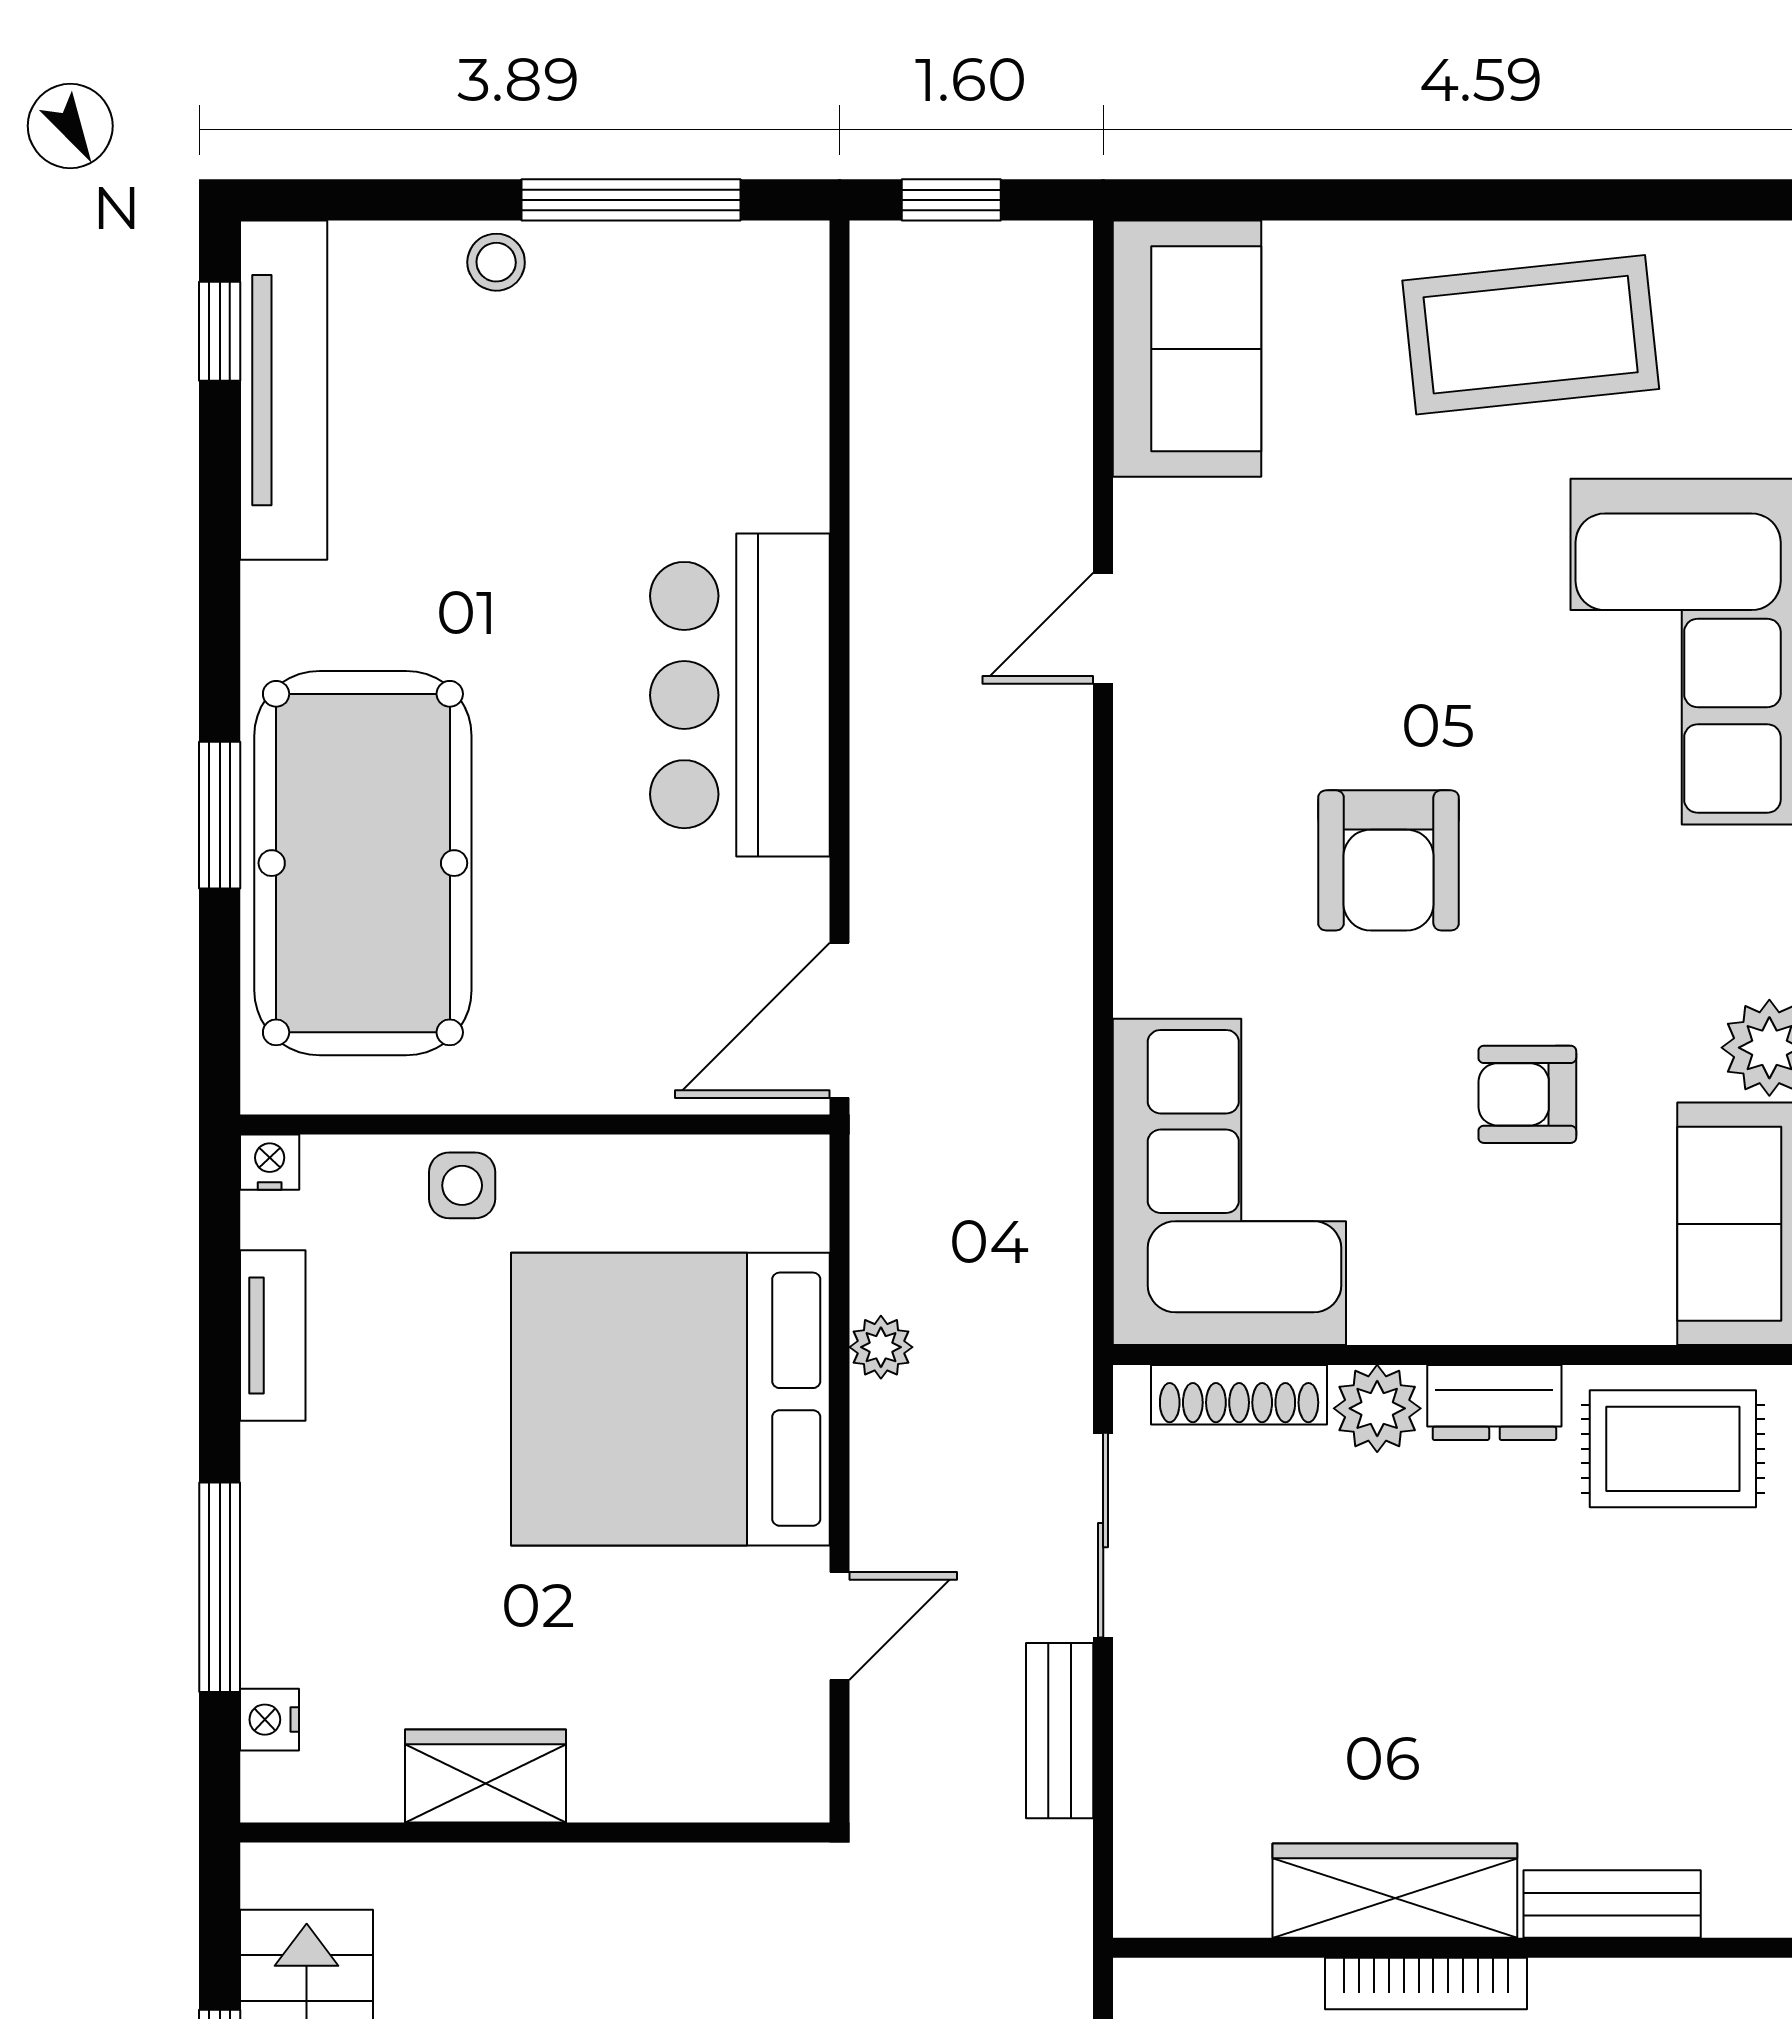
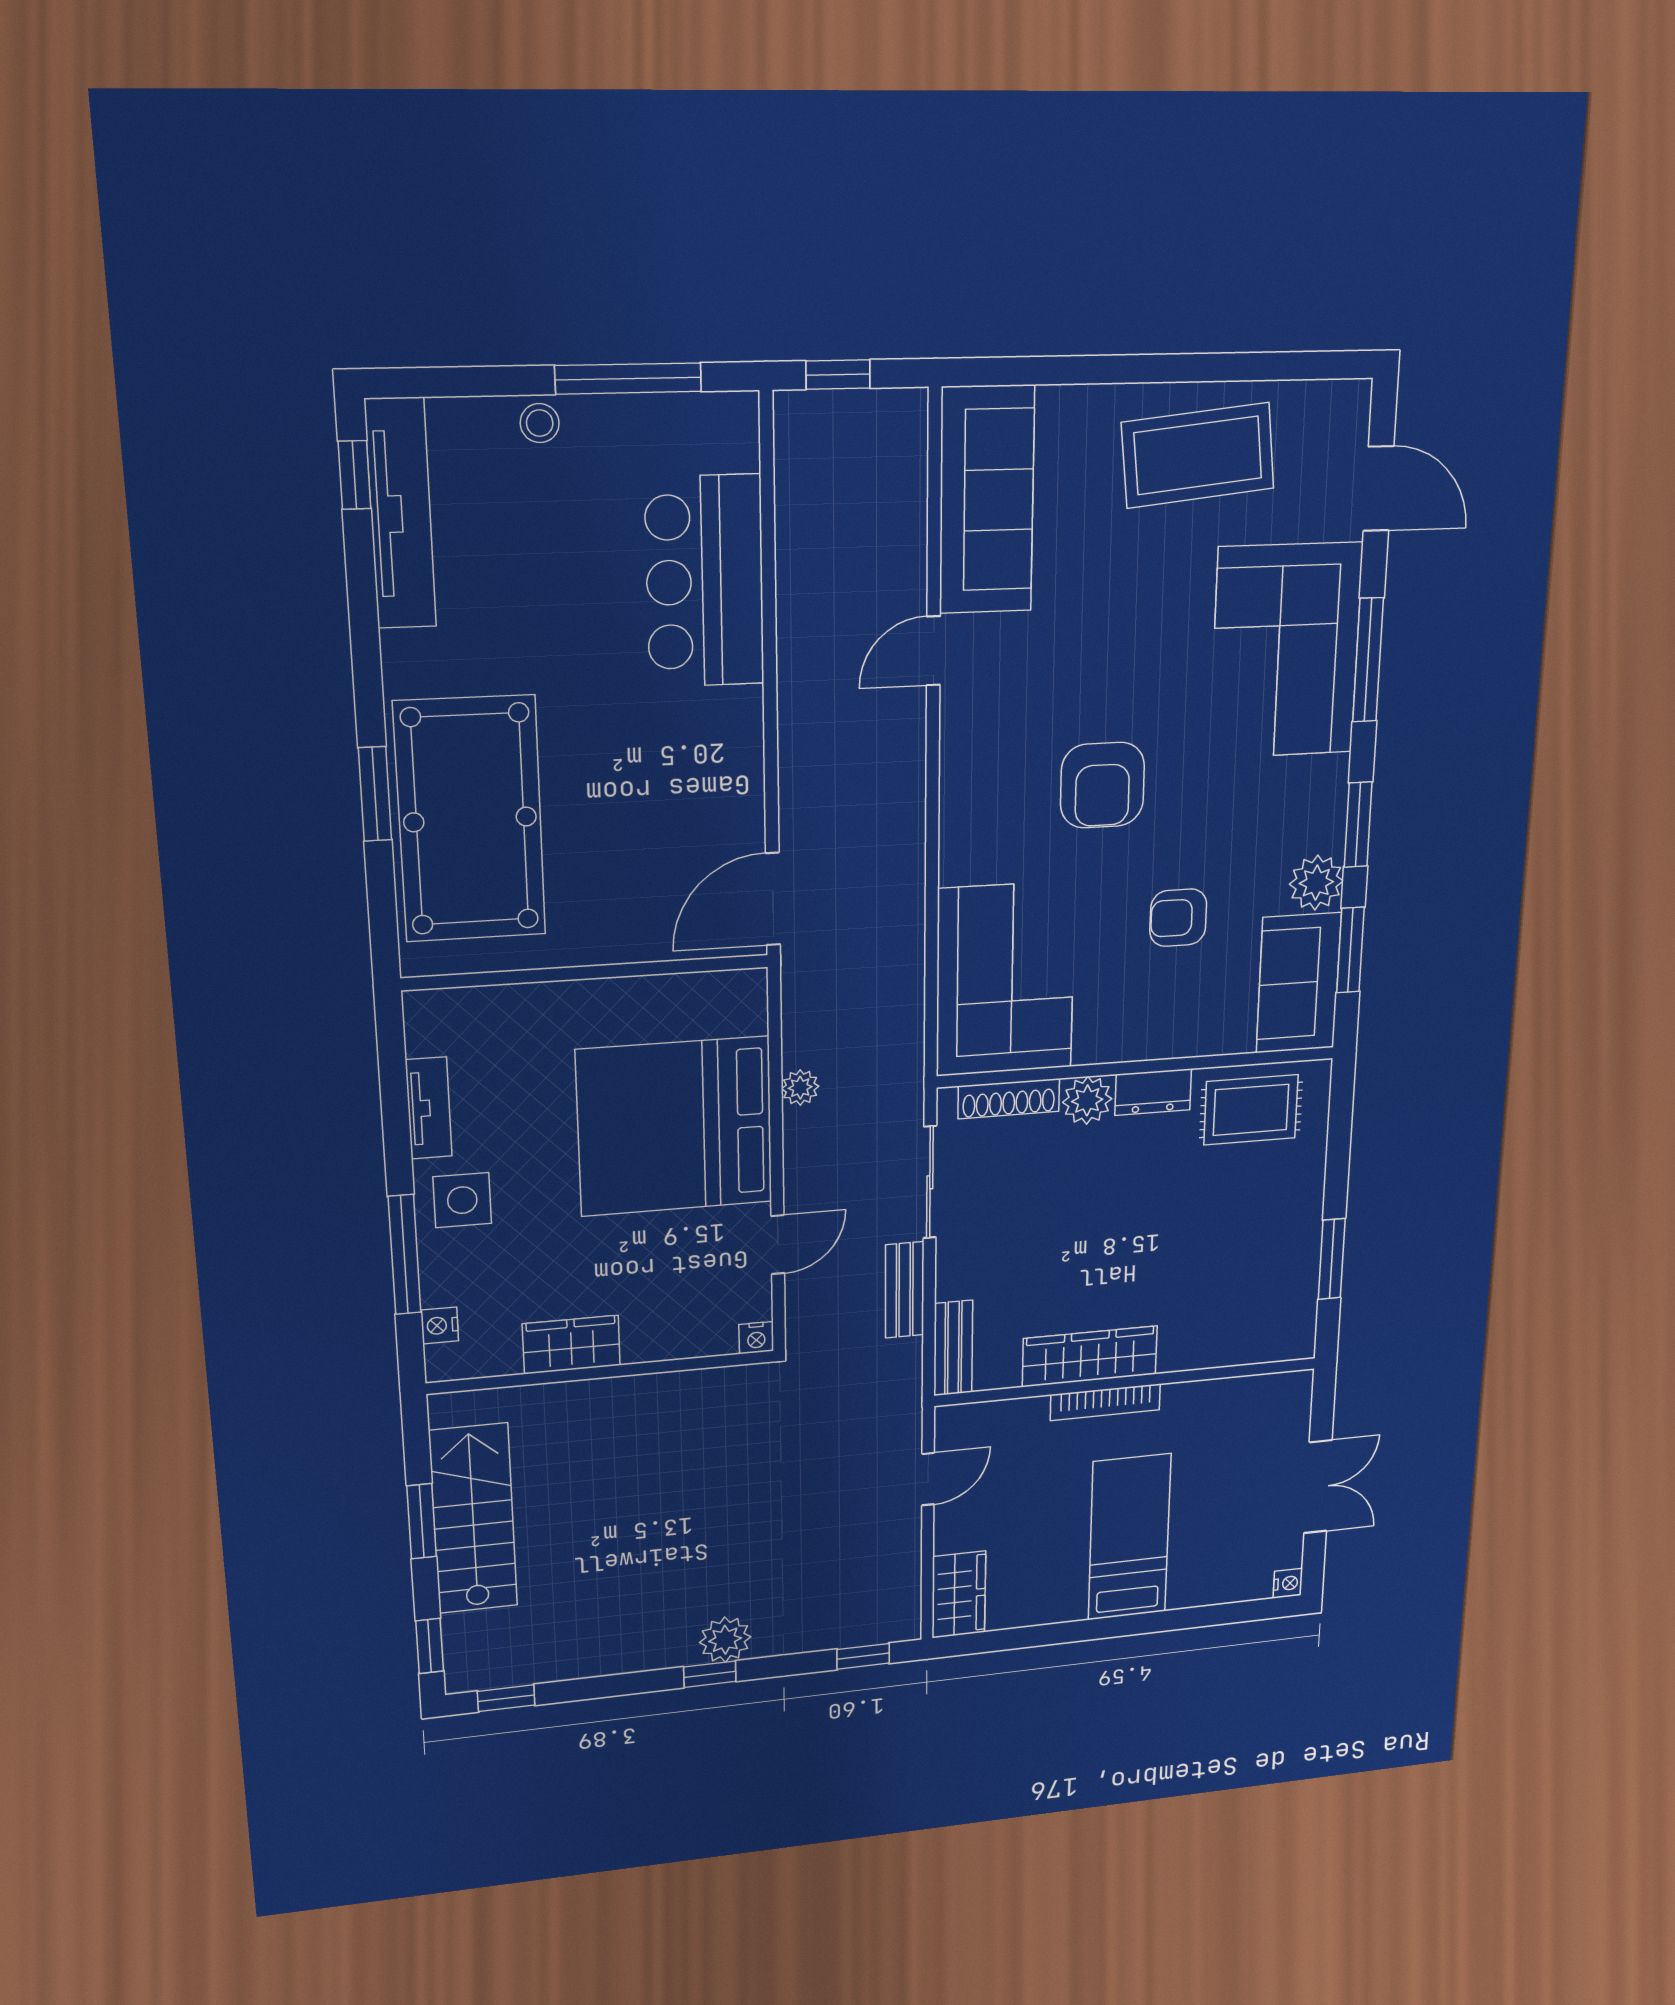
sofa: (1187, 349) -> (987, 500), width x1.36
bar counter: (740, 695) -> (705, 581), moved
nightstand: (270, 1162) -> (756, 1338), moved, turned 180
side table: (462, 1185) -> (462, 1200), moved, width x1.37, depth x1.37
bench: (1612, 1904) -> (953, 1348), moved, turned 90

